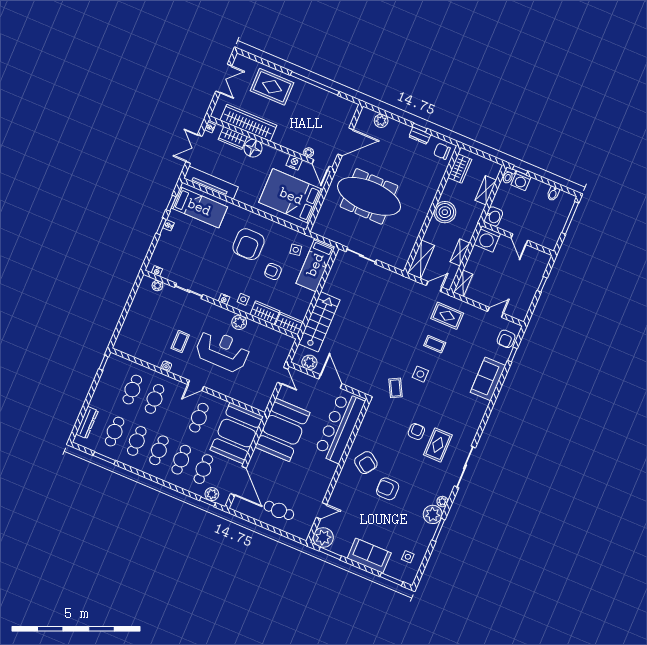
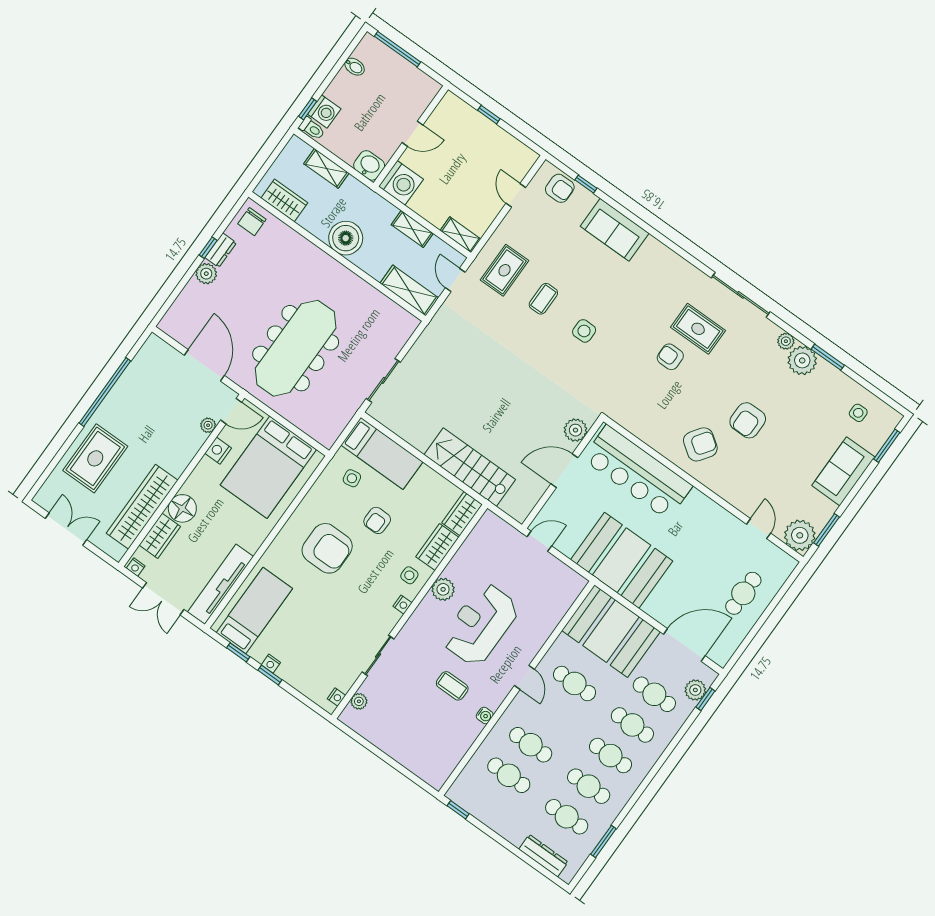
plant: (381, 121) -> (206, 274), moved
plant: (309, 362) -> (575, 430), moved
coffee table: (396, 388) -> (597, 374), removed

